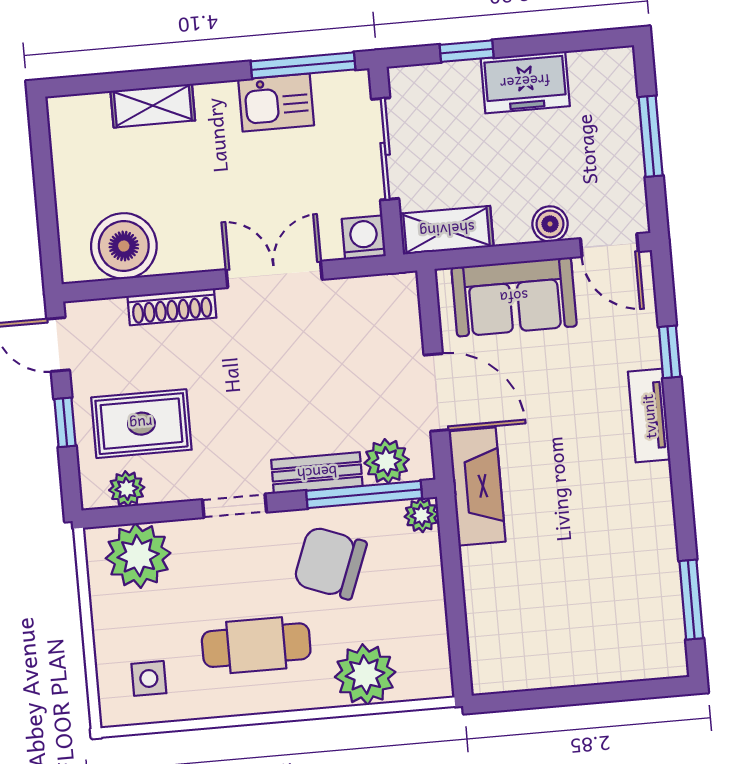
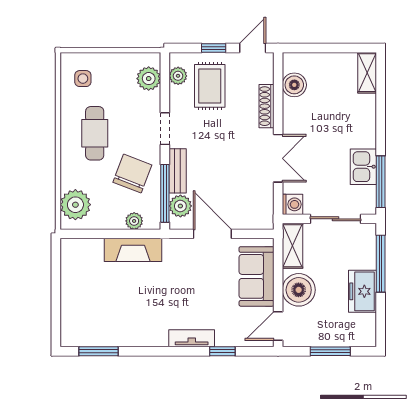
window: (467, 51) -> (381, 264), width x2.17
shelving: (153, 106) -> (367, 73), moved
boiler: (550, 224) -> (299, 290), width x1.86, depth x1.86
boiler: (124, 246) -> (294, 85), width x0.73, depth x0.73
door: (437, 392) -> (212, 234), swing flipped
fireplace: (477, 487) -> (133, 250), moved
plant: (421, 515) -> (134, 221), moved
plant: (138, 556) -> (149, 79), width x0.73, depth x0.73
plant: (365, 674) -> (75, 205), moved

